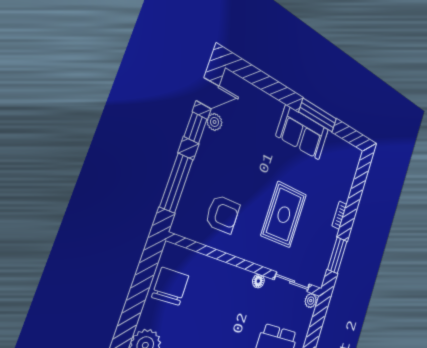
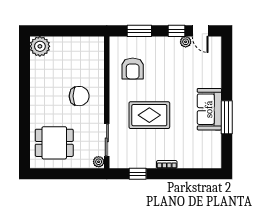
window: (176, 183) -> (139, 31), width x0.69
window: (337, 255) -> (138, 174), width x0.67
floor lamp: (258, 281) -> (99, 112), removed
chair: (170, 286) -> (79, 96), moved

